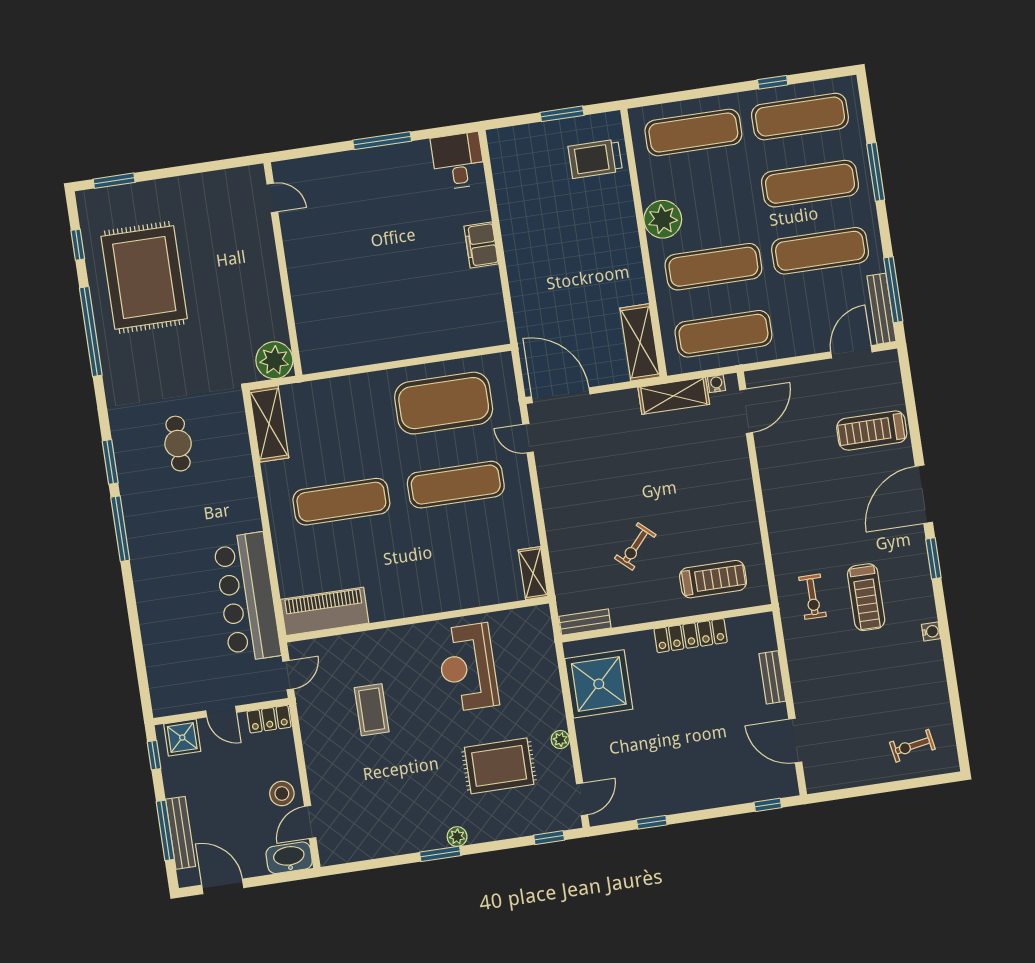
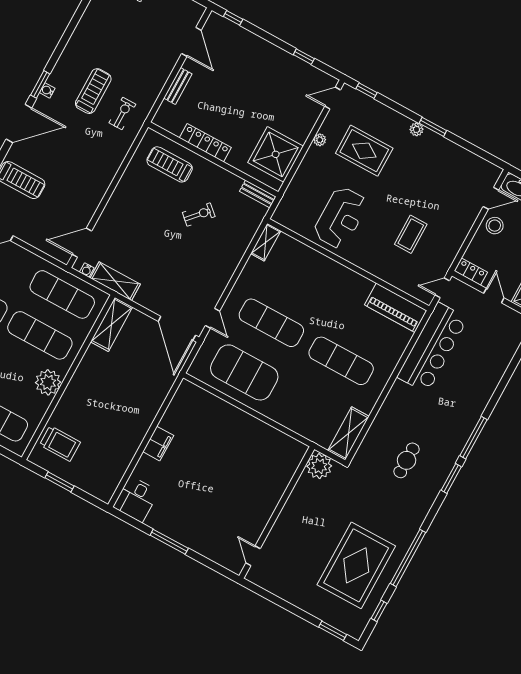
water cooler: (931, 631) -> (47, 90), moved

